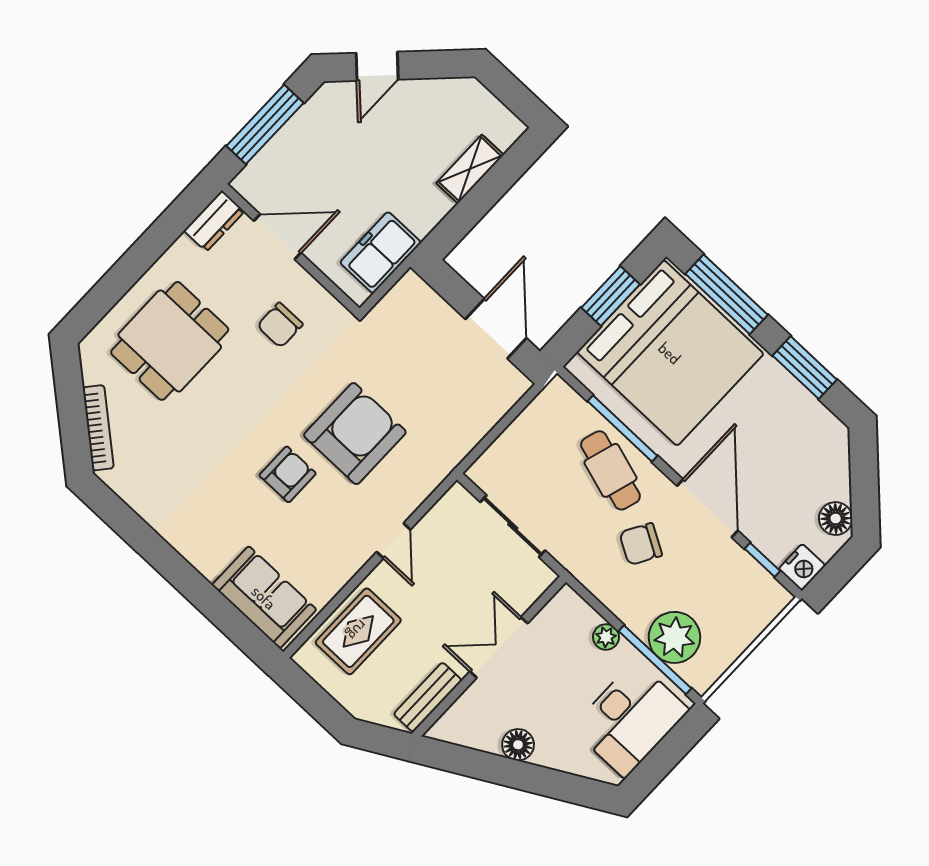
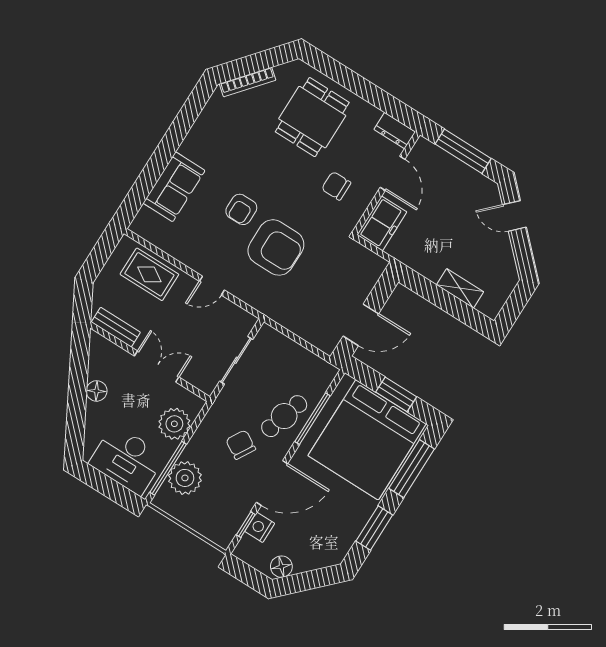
freezer: (381, 253) -> (382, 223), moved, turned 90
dining table: (170, 341) -> (312, 117), turned 90
armchair: (288, 474) -> (241, 209), turned 90
nightstand: (802, 567) -> (260, 527), moved, turned 90
sofa: (264, 597) -> (174, 187), moved
plant: (606, 637) -> (174, 424), width x1.88, depth x1.88

